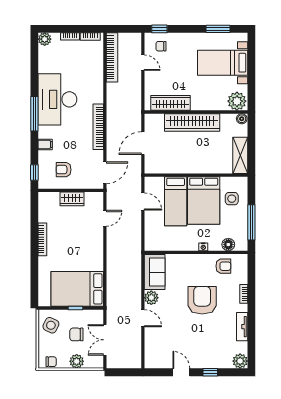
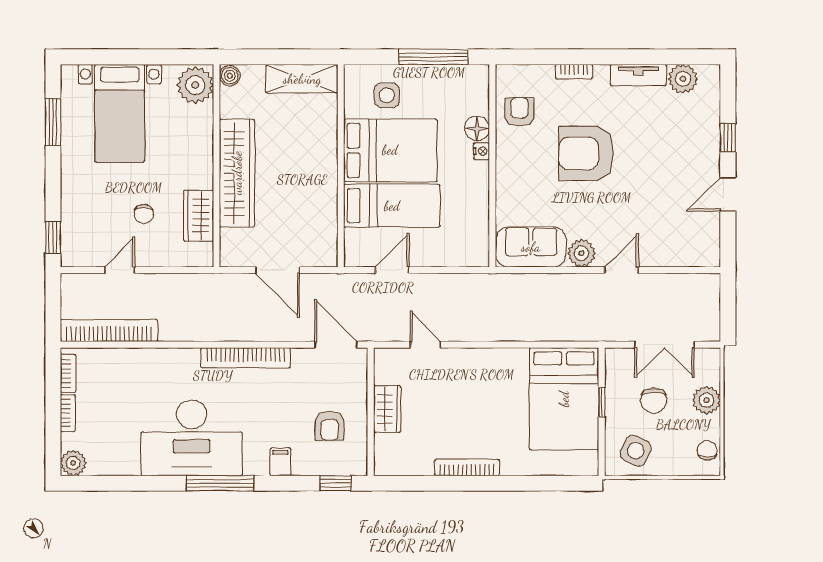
chair: (161, 46) -> (144, 214), moved
wardrobe: (170, 103) -> (199, 216), width x0.67
floor lamp: (228, 245) -> (477, 128), moved
plant: (240, 361) -> (683, 79), moved

